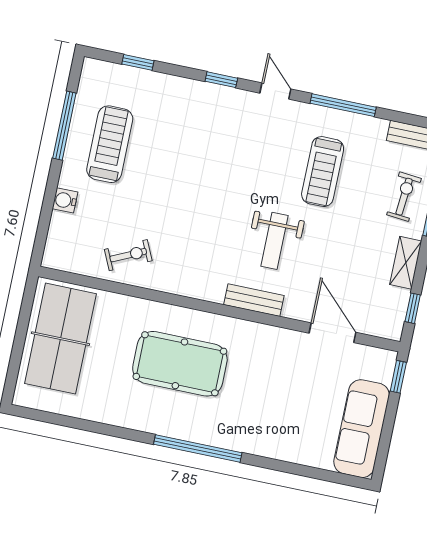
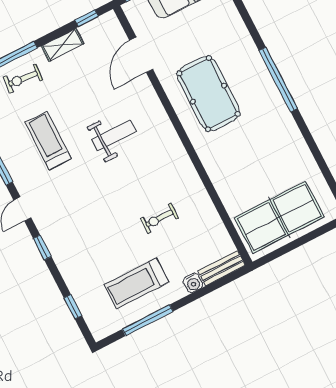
treadmill: (323, 172) -> (48, 140), turned -90
exercise bike: (128, 255) -> (159, 218), moved, turned -65
bench: (254, 300) -> (222, 268), moved, turned 90
pool table: (180, 364) -> (208, 94), moved

